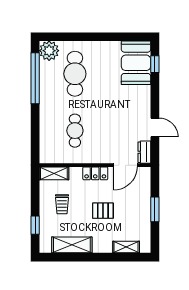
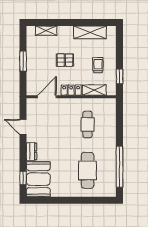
plant: (49, 51) -> (108, 189), removed
dresser: (144, 152) -> (32, 152), moved
shelving: (54, 173) -> (94, 90), moved
window: (35, 225) -> (120, 76), moved

